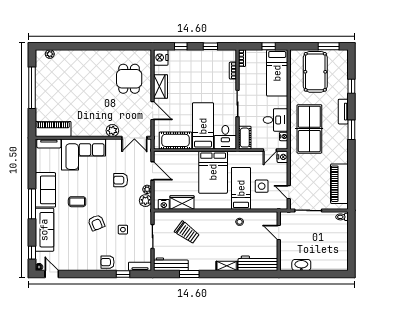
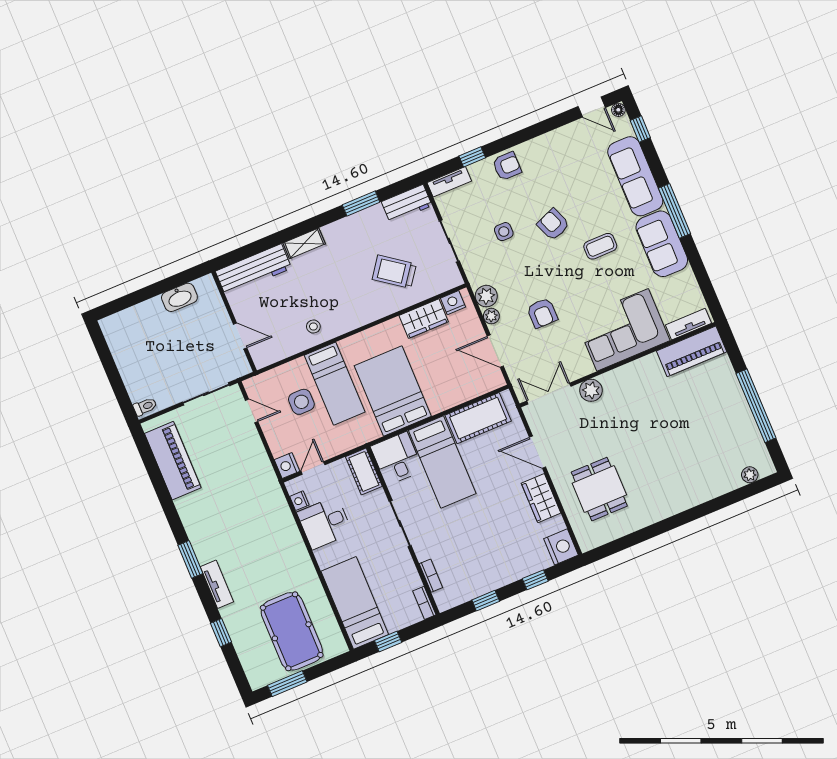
table tennis table: (309, 129) -> (262, 531), removed
armchair: (121, 180) -> (542, 313), turned 90
workbench: (171, 264) -> (407, 204), width x0.73

